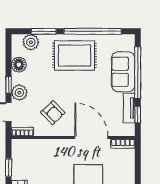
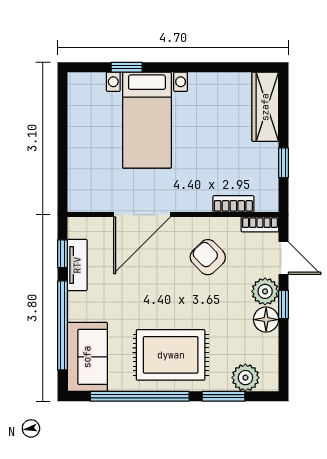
floor lamp: (19, 65) -> (266, 320), moved
sofa: (123, 72) -> (87, 357), moved
door: (91, 137) -> (142, 215), hinge flipped
bookcase: (123, 144) -> (233, 204), moved

